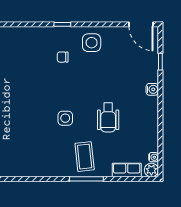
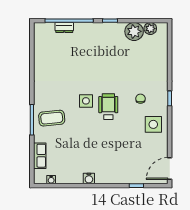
water cooler: (152, 89) -> (89, 178), moved
wheelchair: (108, 117) -> (108, 107), moved, turned 90
plant: (151, 170) -> (40, 178), removed

